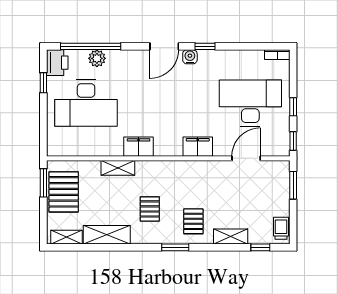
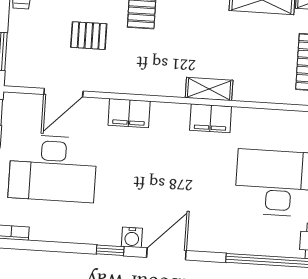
plant: (97, 58) -> (260, 244), removed
shelving: (118, 168) -> (209, 89), moved
pallet: (150, 209) -> (89, 36), moved, turned 90

